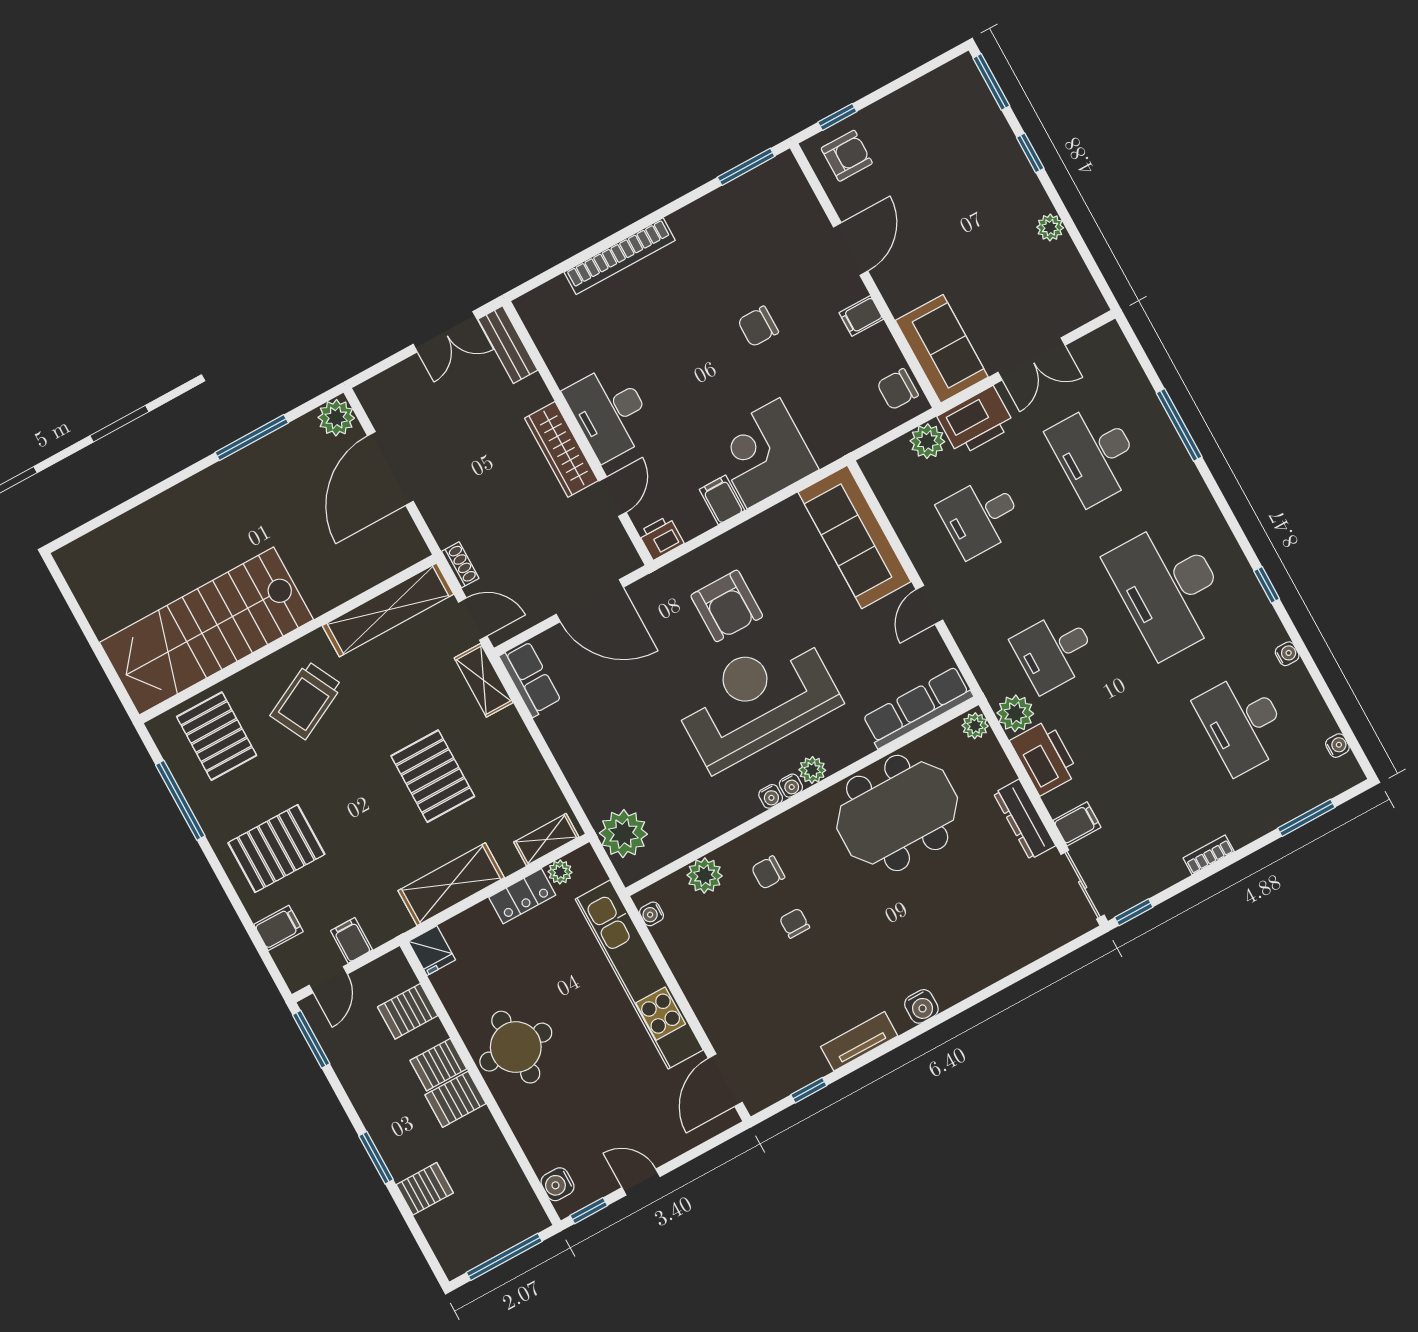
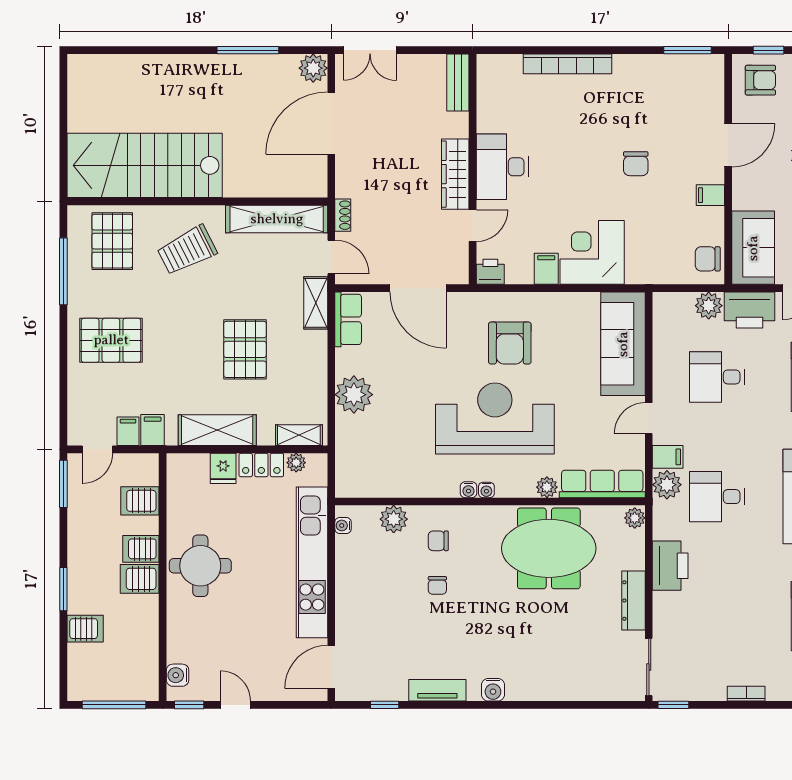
chair: (758, 326) -> (636, 164), turned -90
double door: (445, 332) -> (370, 50), moved
plant: (1015, 713) -> (667, 485), moved
plant: (812, 770) -> (547, 487), moved
filing cabinet: (1077, 824) -> (668, 457), moved
plant: (623, 834) -> (354, 395), moved
chair: (795, 923) -> (437, 585), turned 180
filing cabinet: (278, 928) -> (153, 430), moved, turned -90
fridge: (432, 951) -> (223, 468), moved

